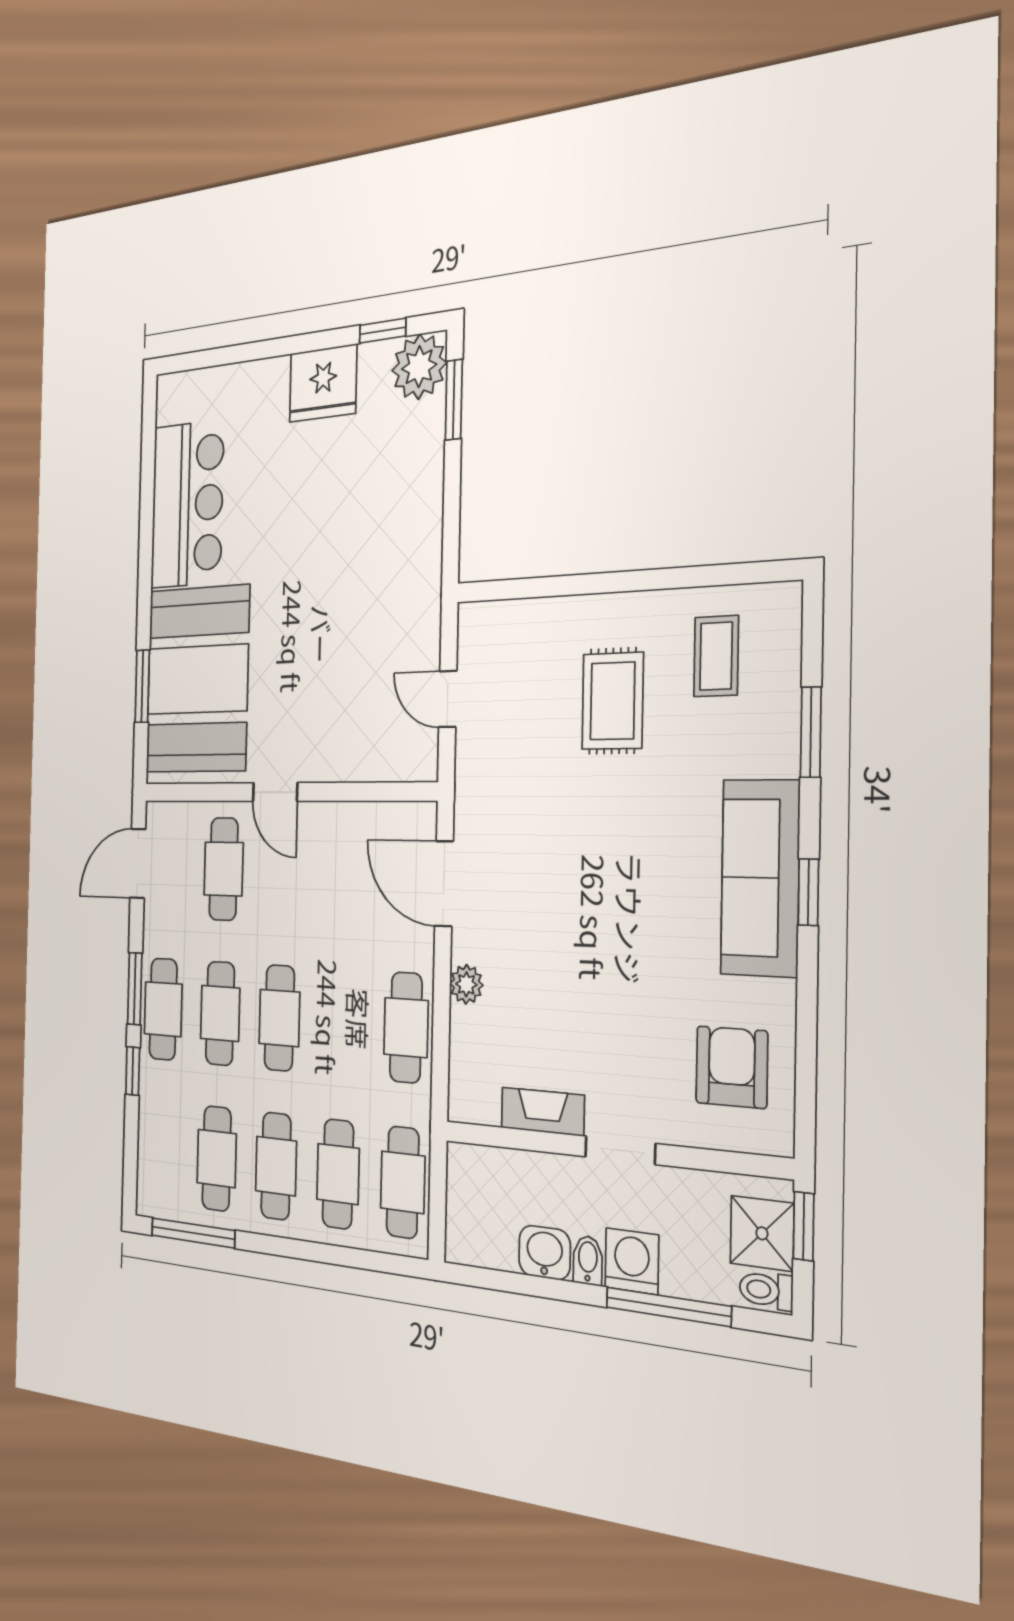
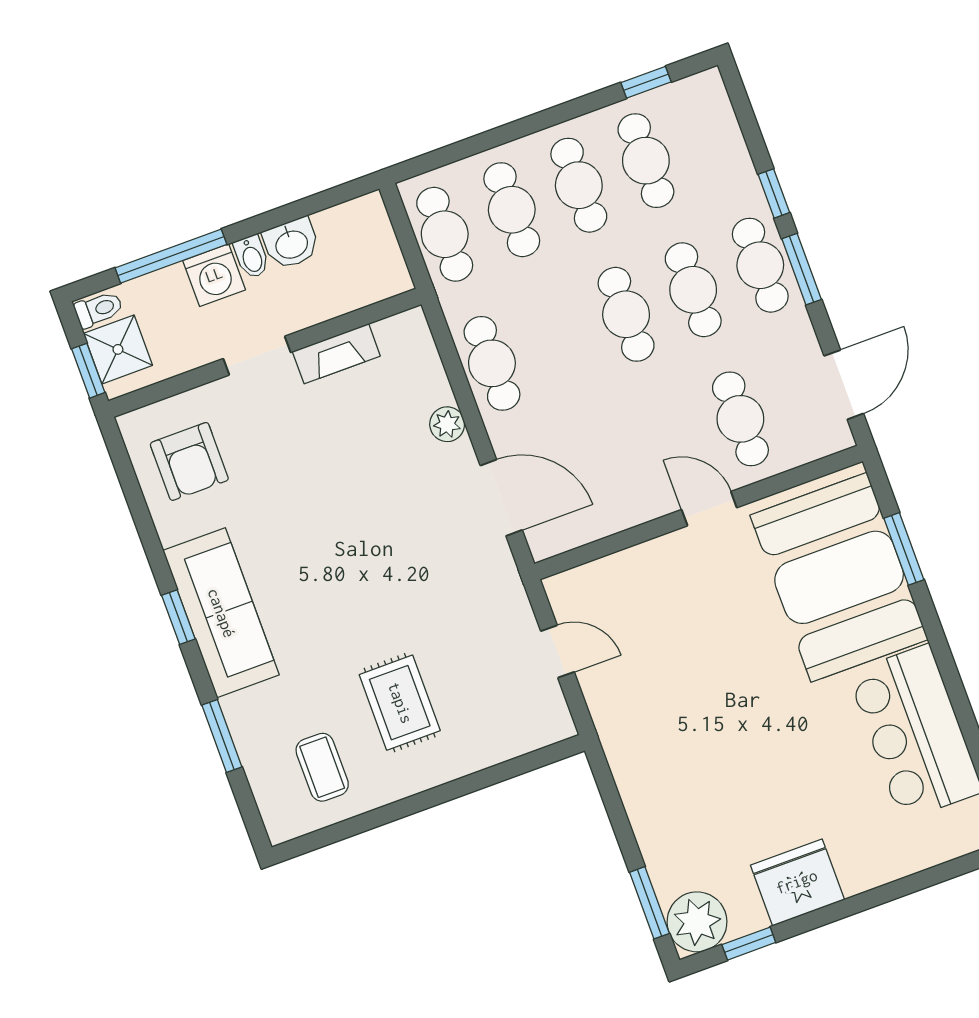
window: (193, 1233) -> (646, 82), width x0.46

